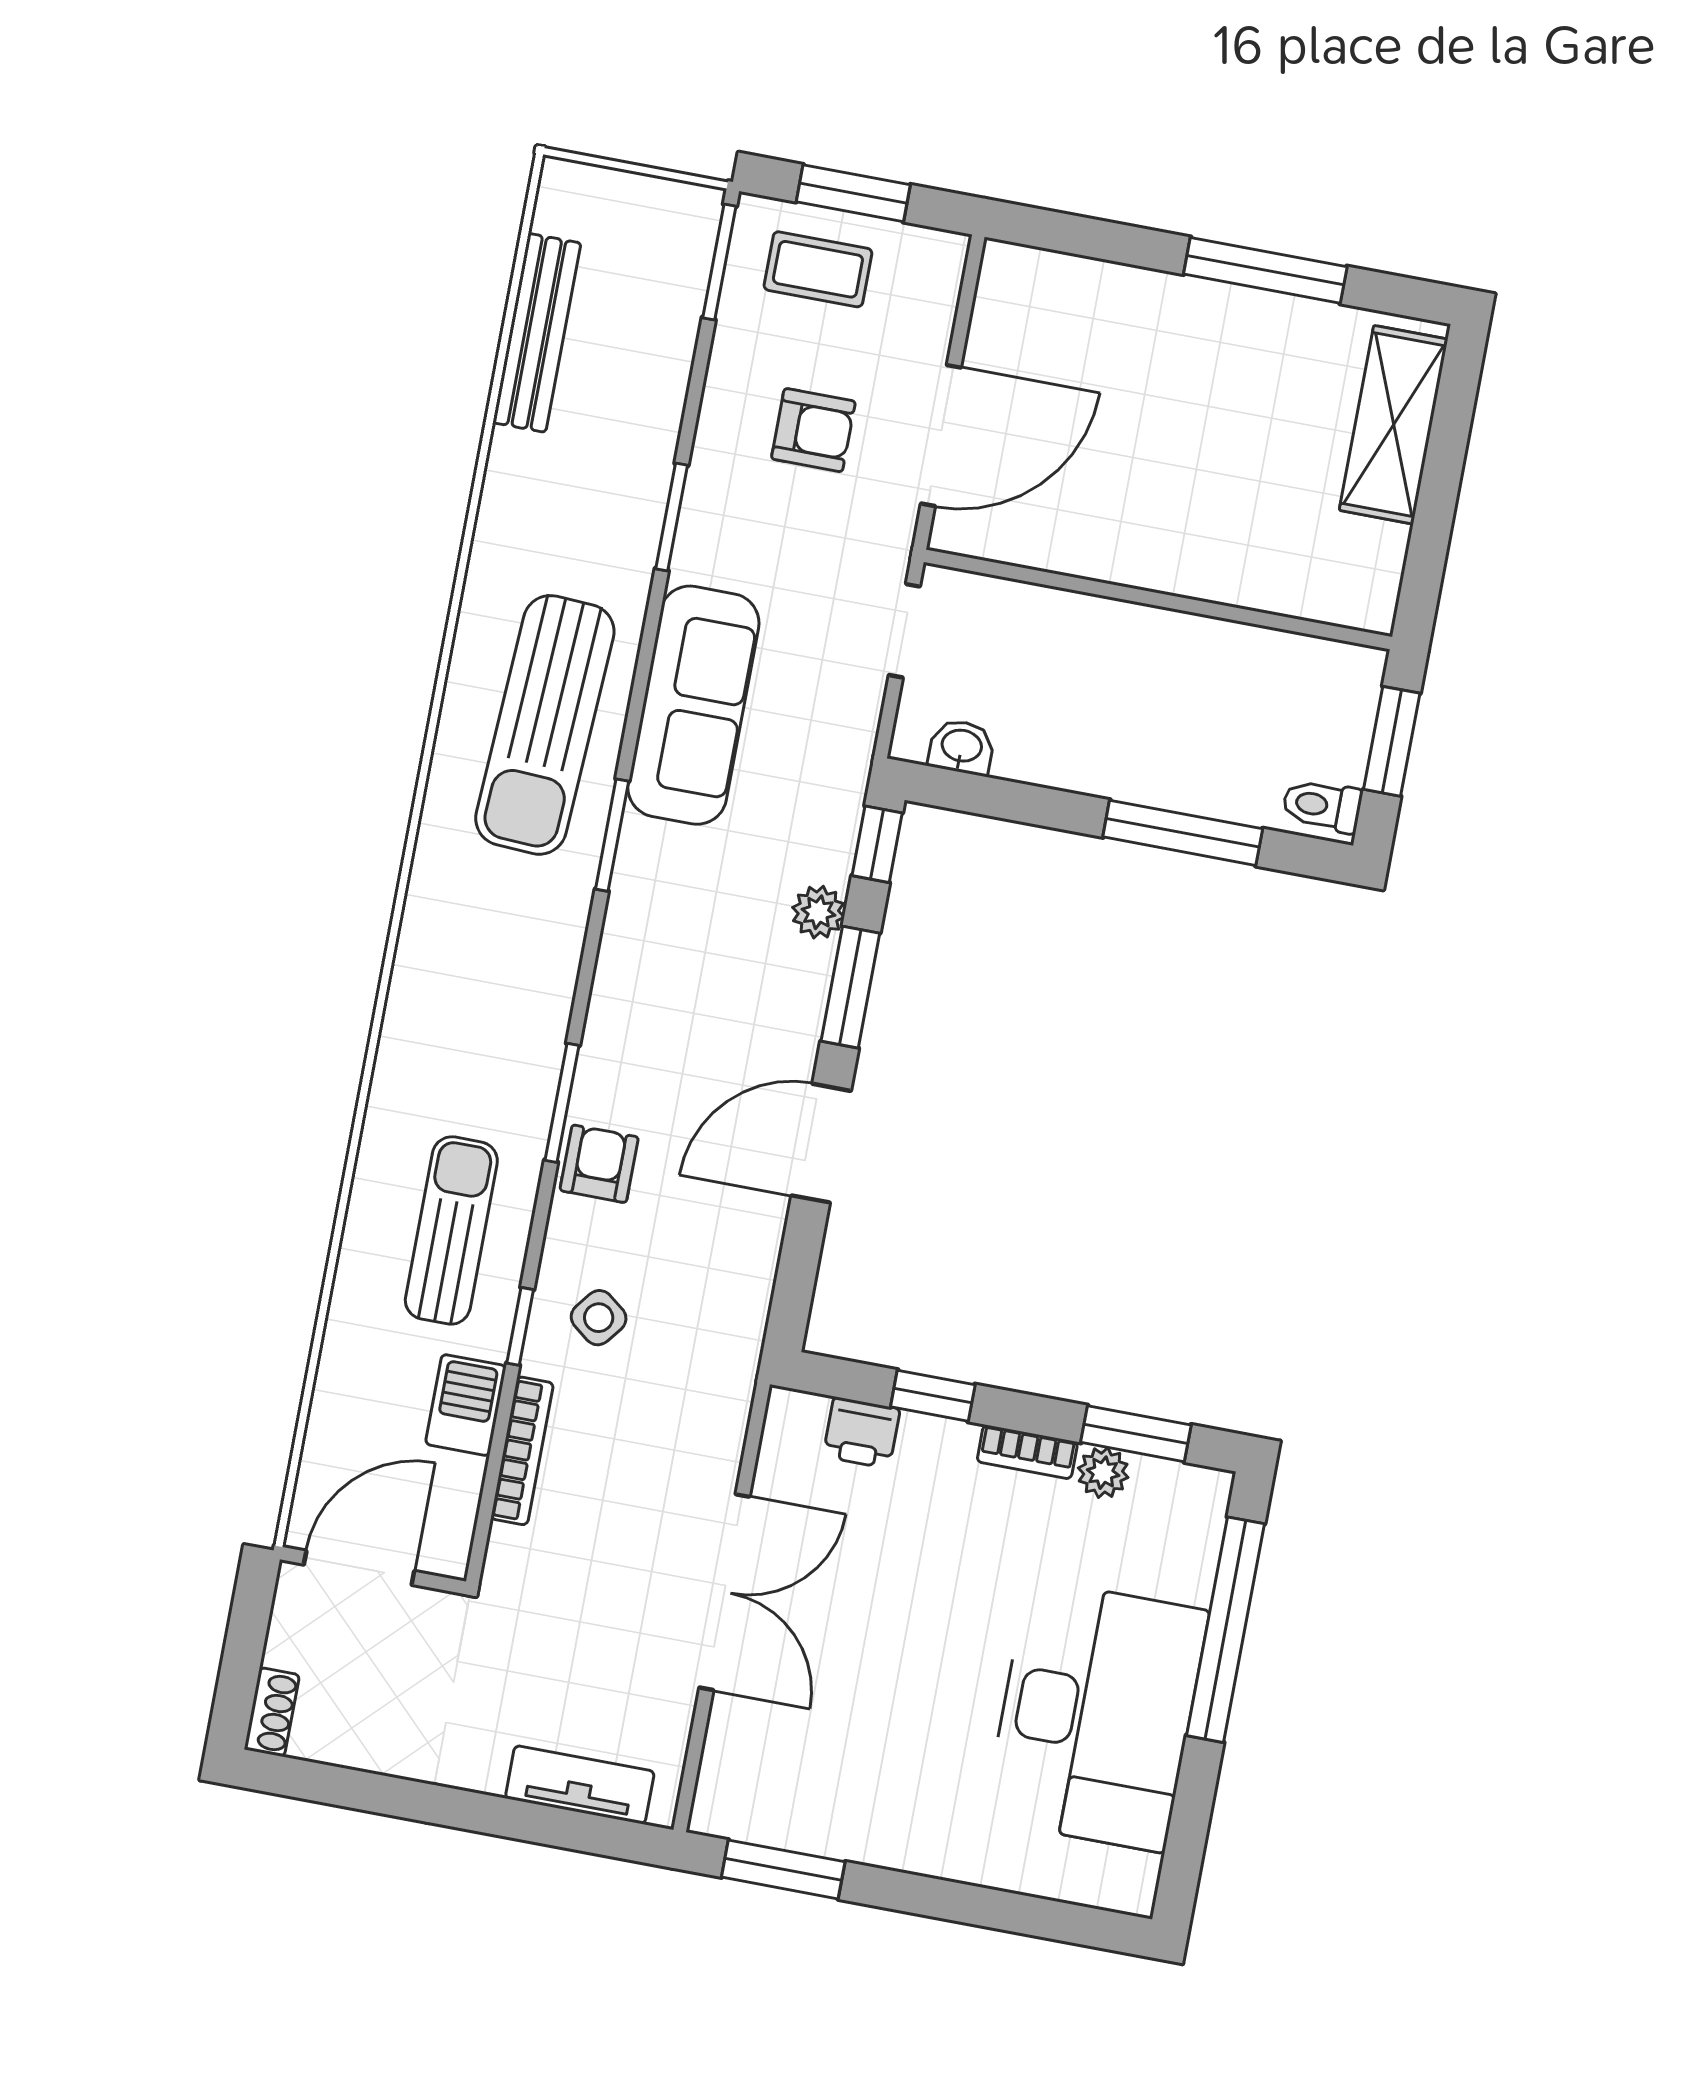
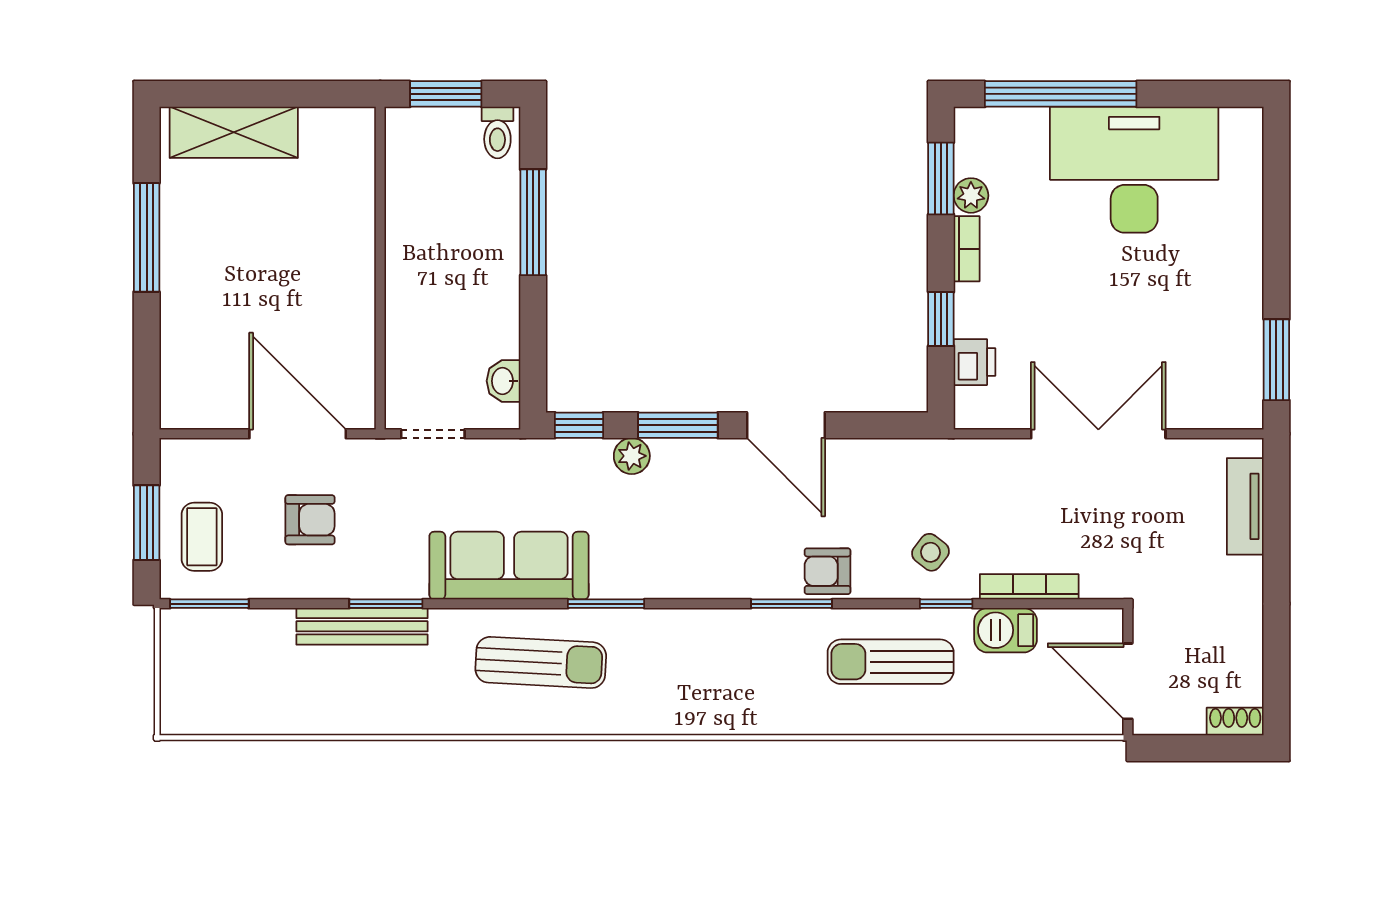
bench: (537, 333) -> (362, 626), moved
armchair: (813, 430) -> (310, 520), turned 90
sun lounger: (545, 725) -> (541, 662), width x0.73, depth x0.75

